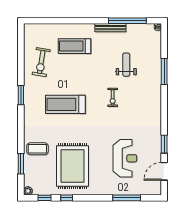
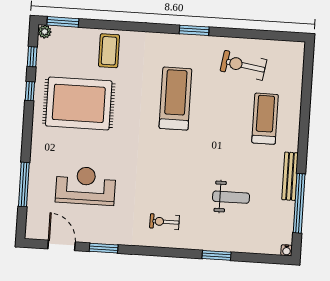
window: (164, 72) -> (216, 255), width x0.69
exercise bike: (113, 97) -> (164, 222), moved
reception desk: (125, 158) -> (86, 186), turned 180
window: (21, 164) -> (63, 22), moved

